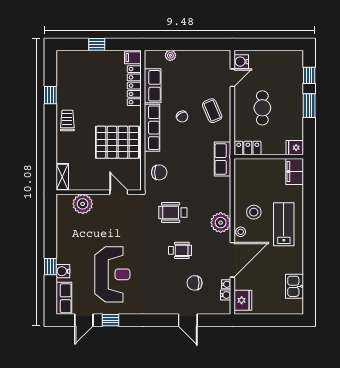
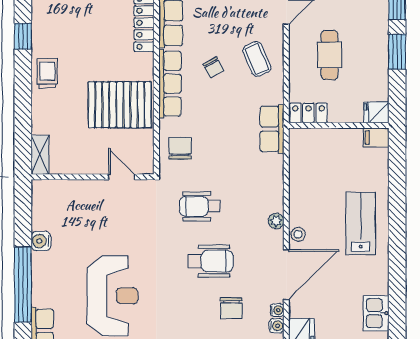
filing cabinet: (295, 171) -> (376, 137), width x0.50
chair: (159, 172) -> (180, 148), turned -90
plant: (83, 204) -> (69, 194), removed
stool: (254, 212) -> (317, 206), removed
plant: (221, 223) -> (276, 221), width x0.53, depth x0.53
wheelchair: (180, 250) -> (210, 261), width x1.36, depth x1.37
window: (50, 267) -> (23, 285), width x3.17
water cooler: (63, 271) -> (41, 241), moved
chair: (195, 283) -> (231, 308), turned -90

